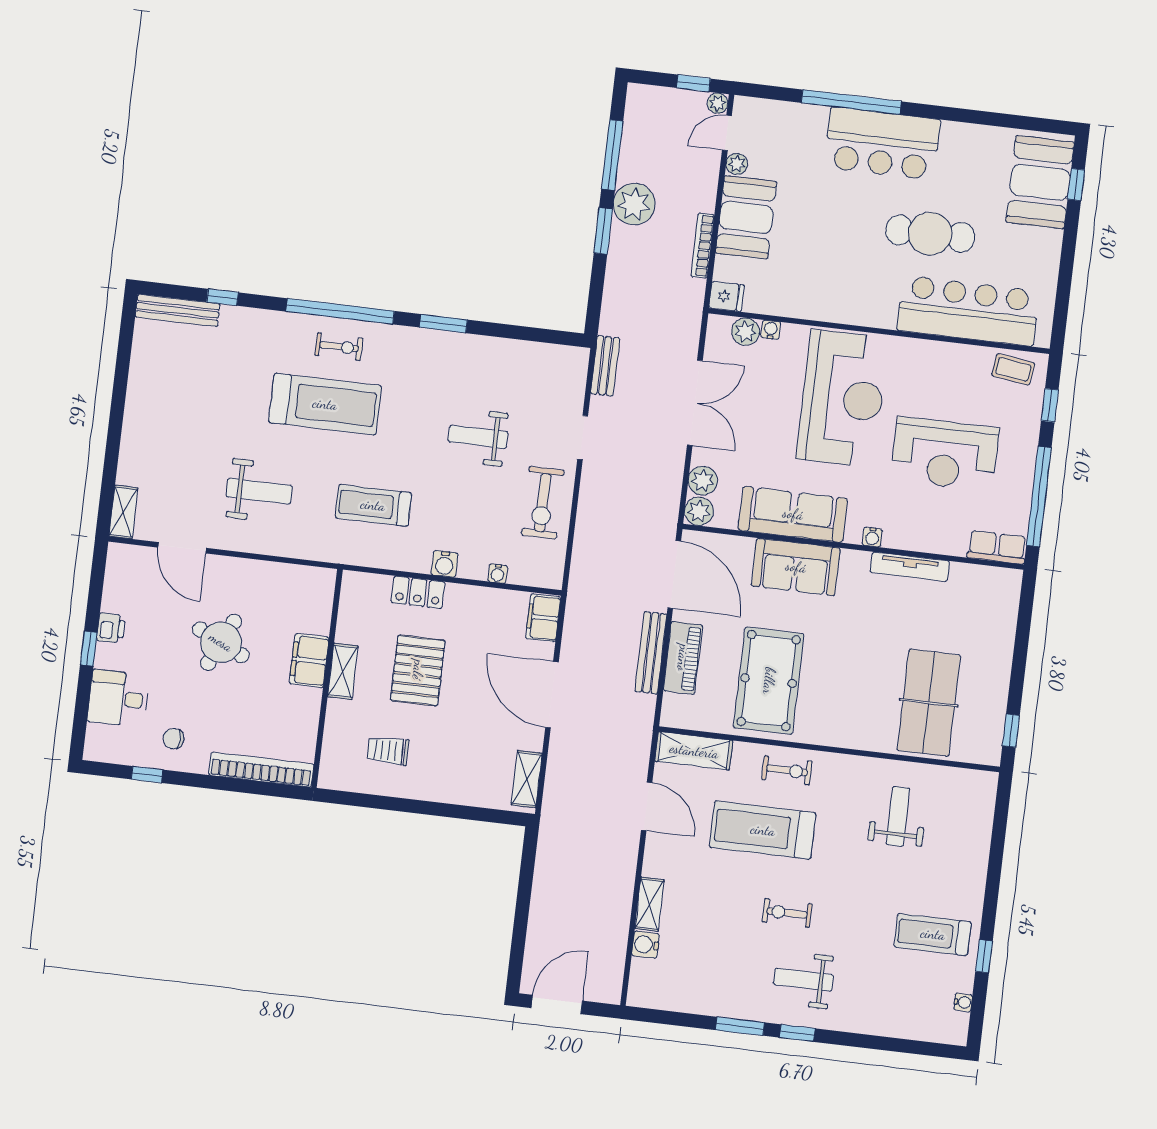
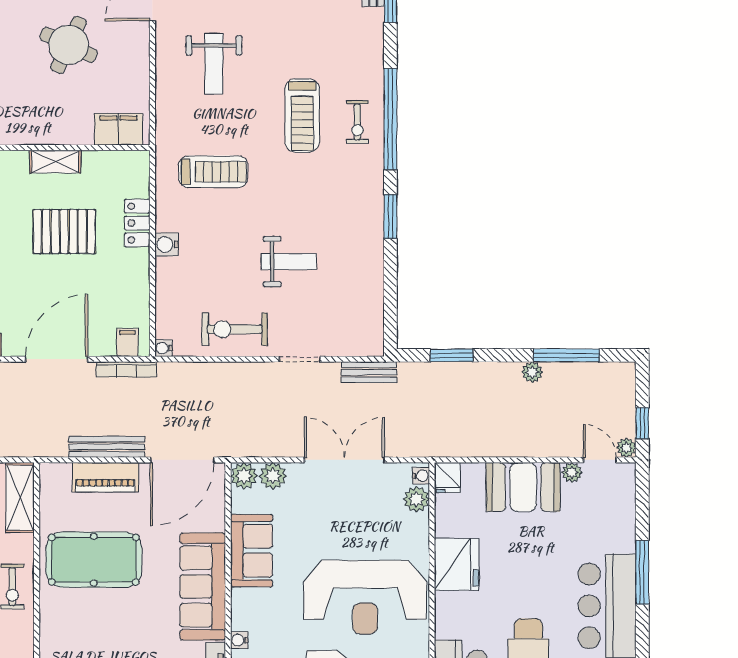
window: (851, 102) -> (642, 572), width x0.68
plant: (634, 204) -> (532, 372), width x0.53, depth x0.53
window: (603, 231) -> (452, 355), moved
bookcase: (703, 246) -> (126, 369), moved, turned 180
fridge: (819, 297) -> (457, 564), added
water cooler: (771, 330) -> (421, 476), moved
double door: (695, 403) -> (344, 460), swing flipped
treadmill: (325, 404) -> (302, 115), width x0.73, depth x0.73
weight bench: (478, 437) -> (289, 262), turned 90
treadmill: (373, 505) -> (213, 172), turned 90
sofa: (793, 514) -> (252, 551), width x0.73
sofa: (796, 567) -> (203, 587), width x1.36
water cooler: (498, 574) -> (163, 348), moved
filing cabinet: (543, 618) -> (127, 342), width x0.50
filing cabinet: (309, 661) -> (119, 129), moved

